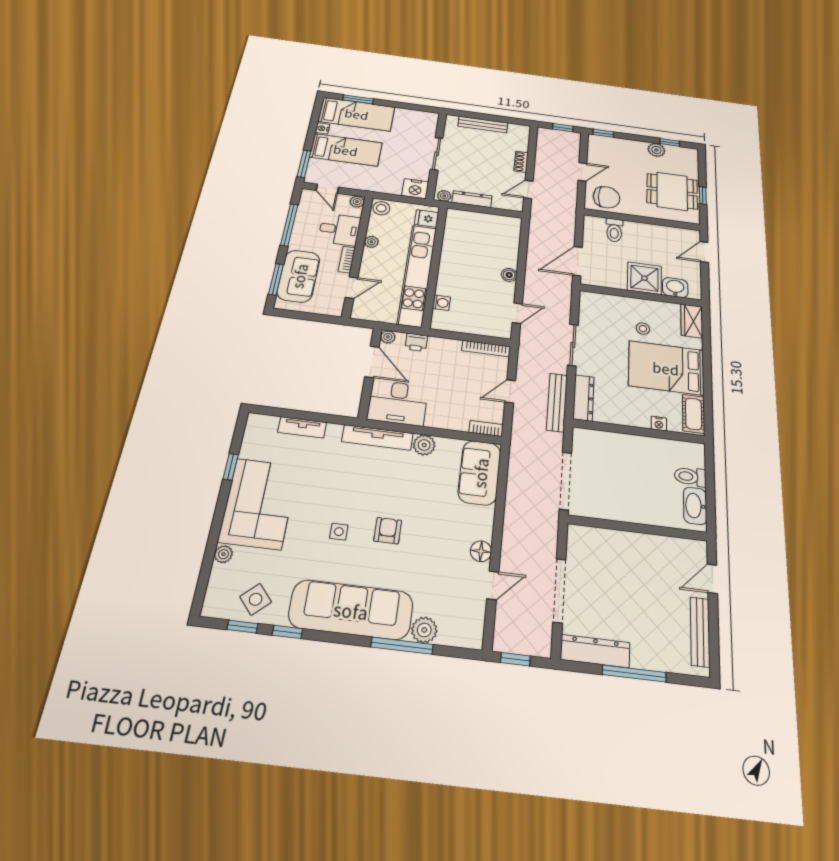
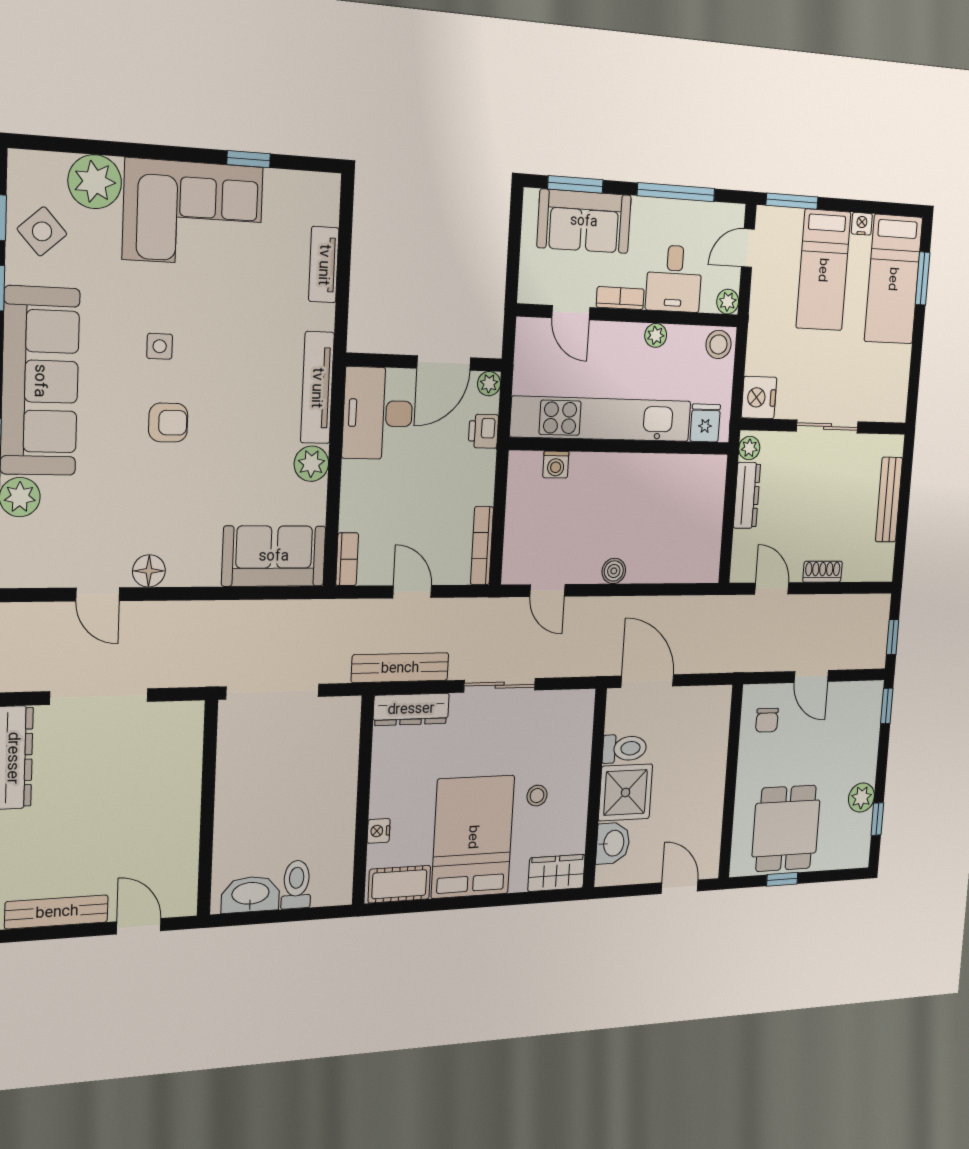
chair: (606, 197) -> (767, 720), width x0.54, depth x0.54
toilet: (614, 230) -> (624, 748), moved, turned 180
plant: (223, 554) -> (95, 182), width x1.88, depth x1.88

